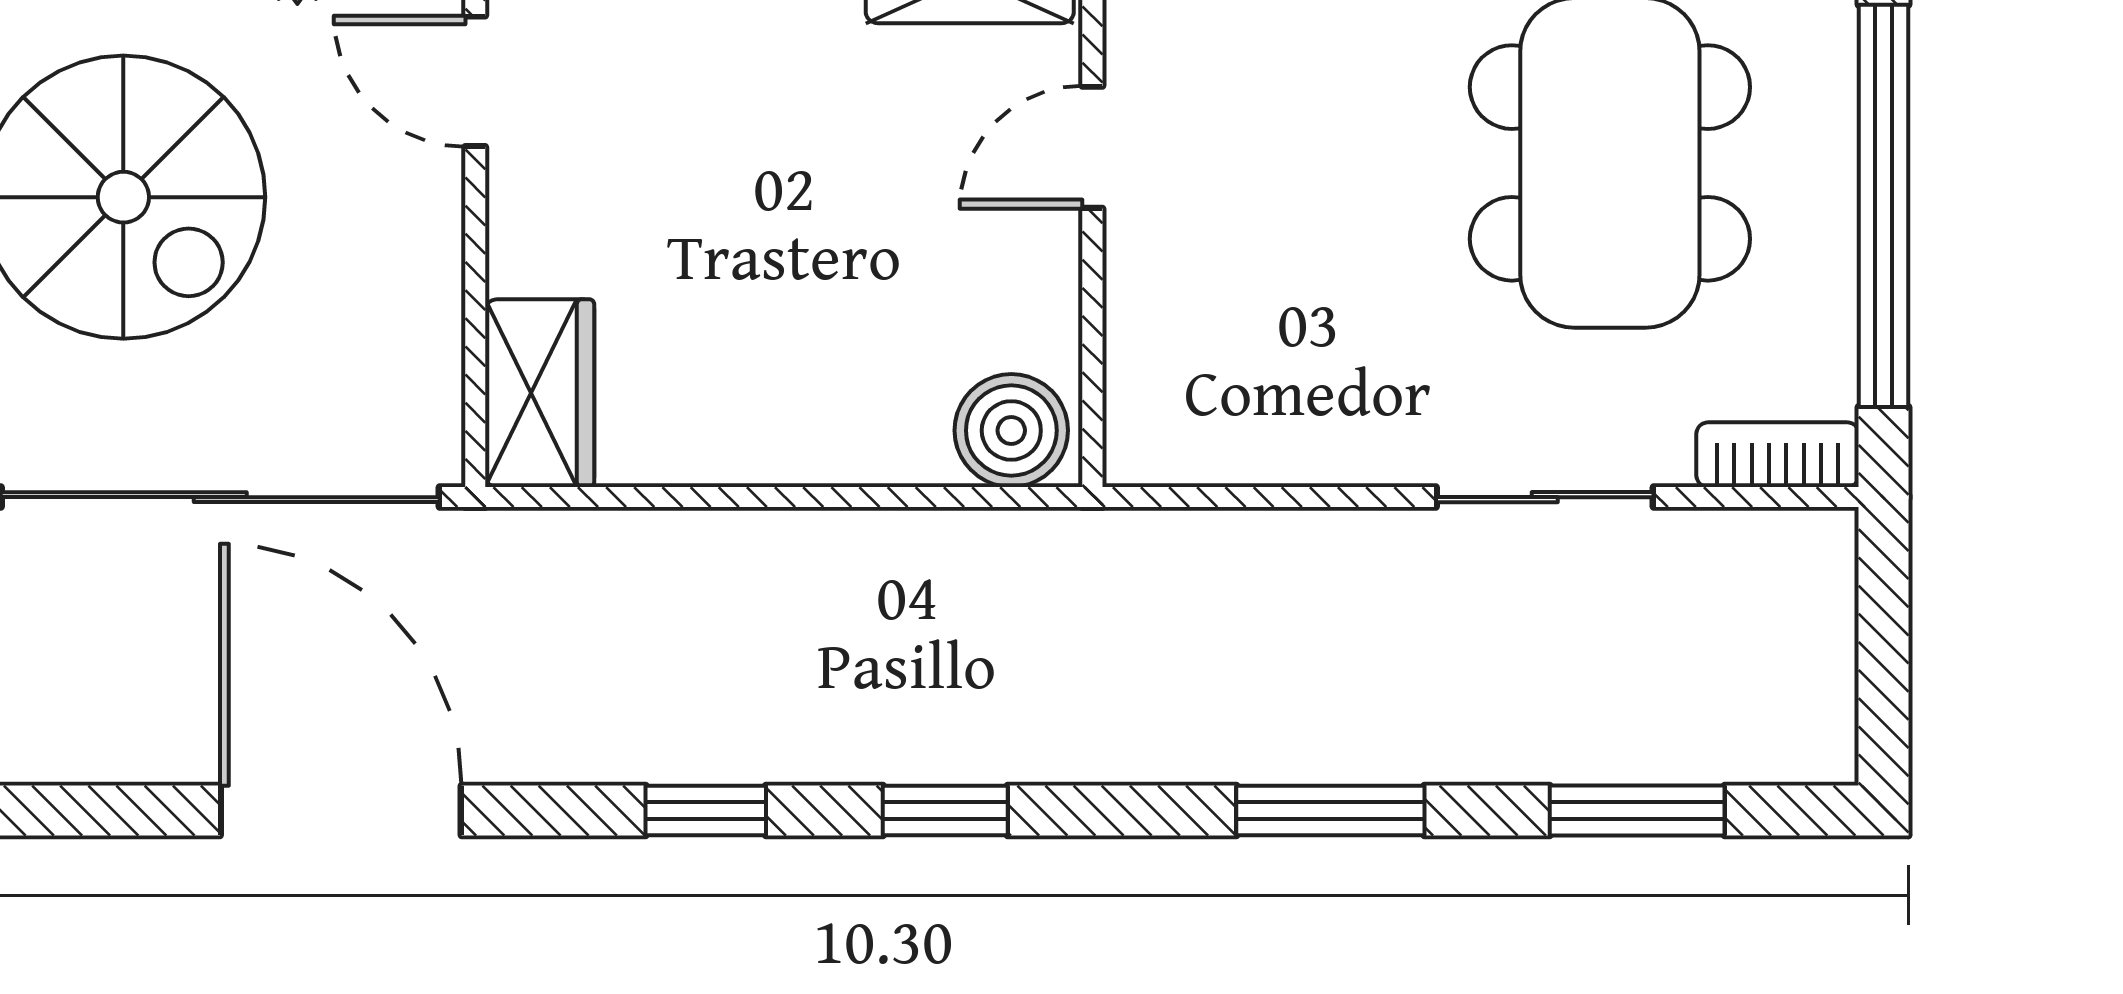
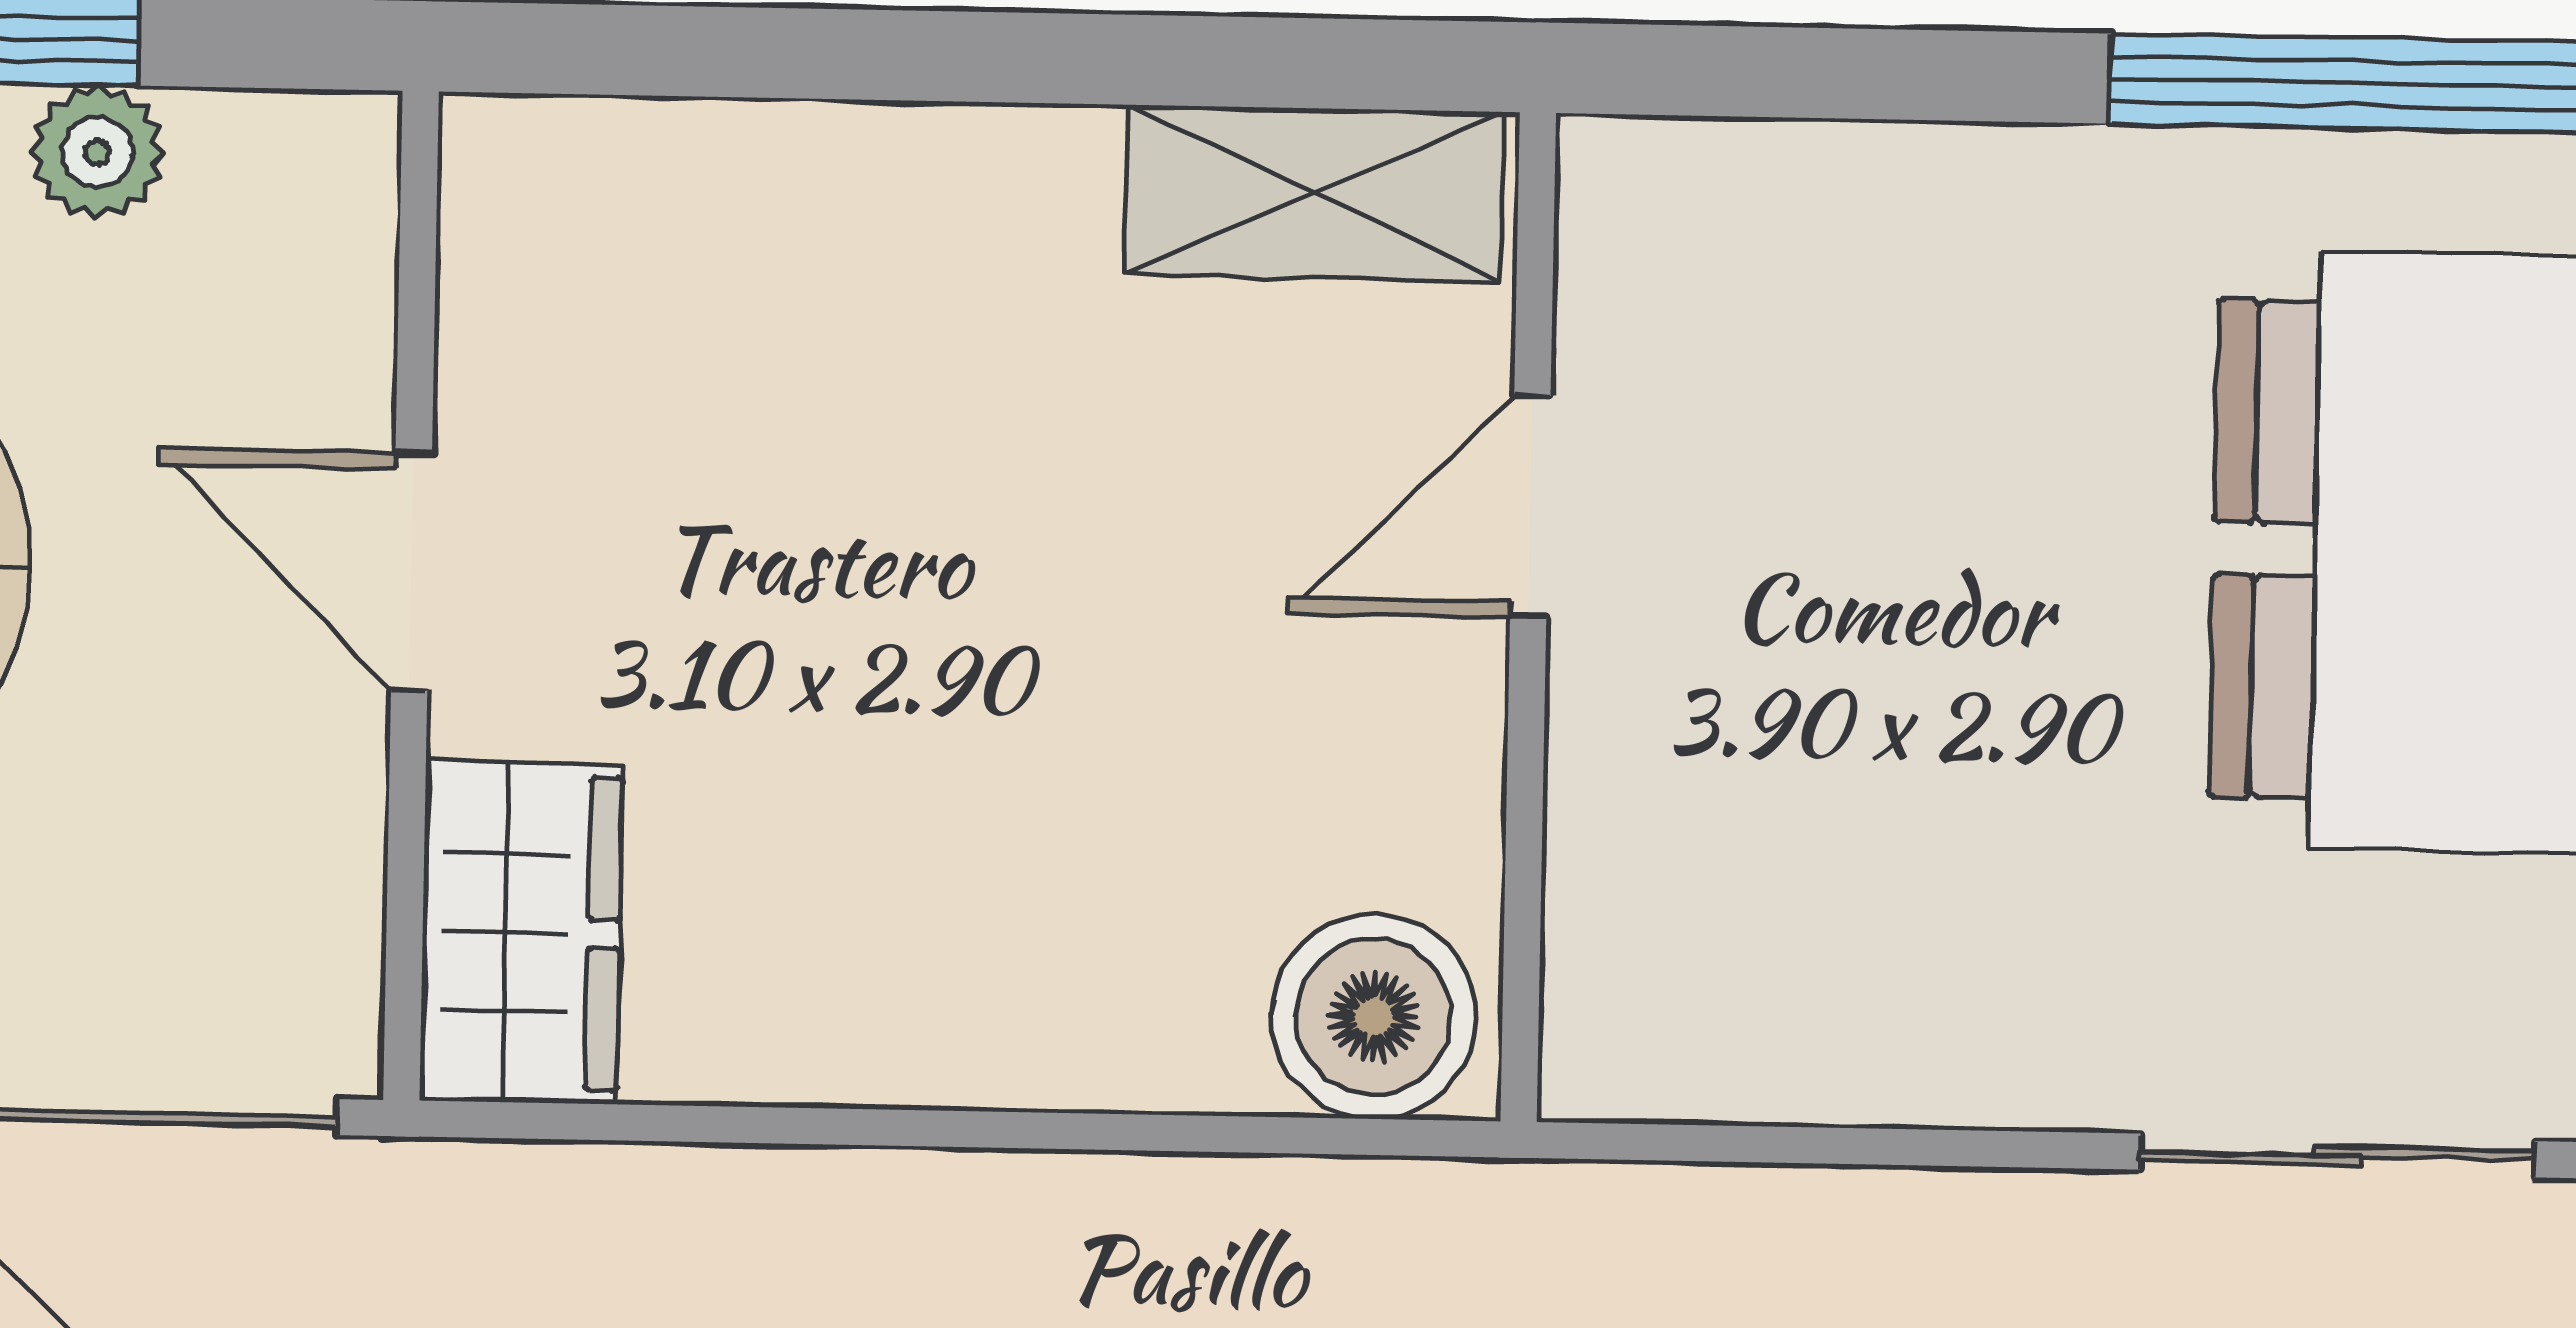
door: (475, 81) -> (411, 572), moved

